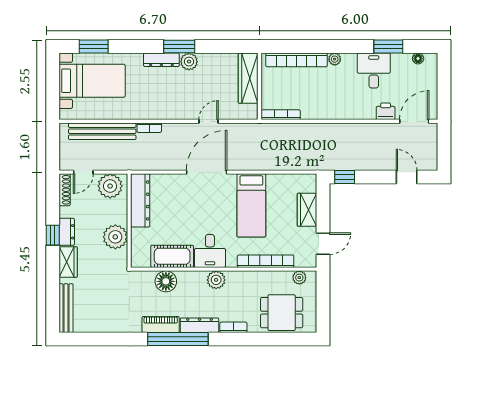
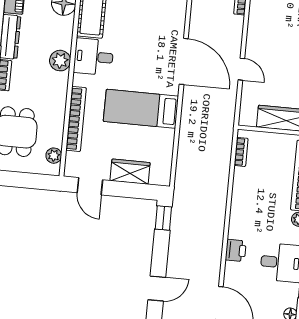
printer: (386, 111) -> (236, 250), moved
bookcase: (281, 115) -> (241, 152), width x0.64

